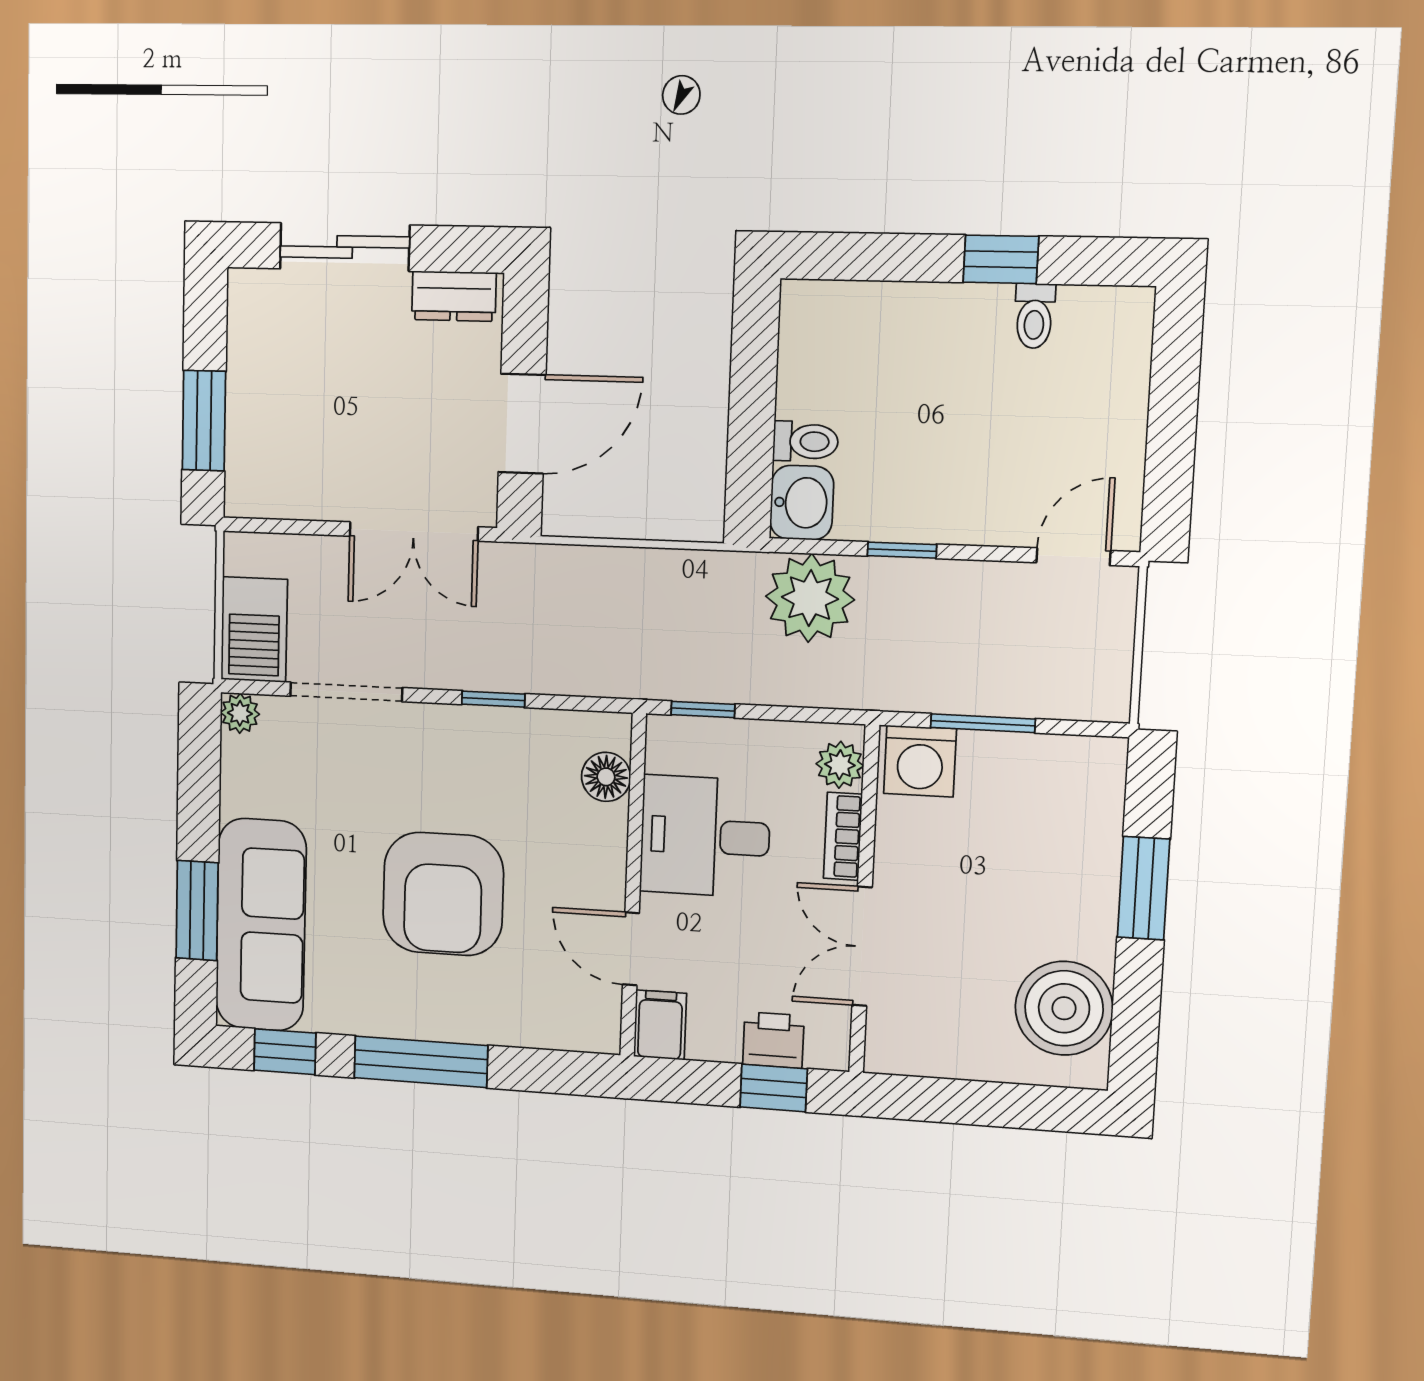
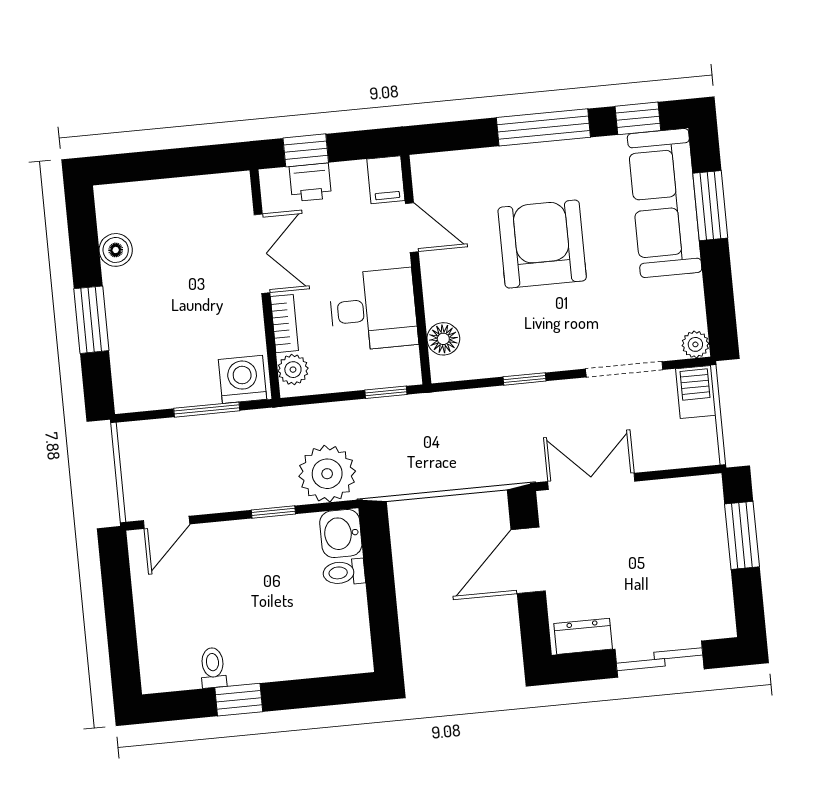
barbecue: (254, 630) -> (696, 392), width x0.73, depth x0.79
boiler: (1064, 1008) -> (116, 250), width x0.54, depth x0.54

